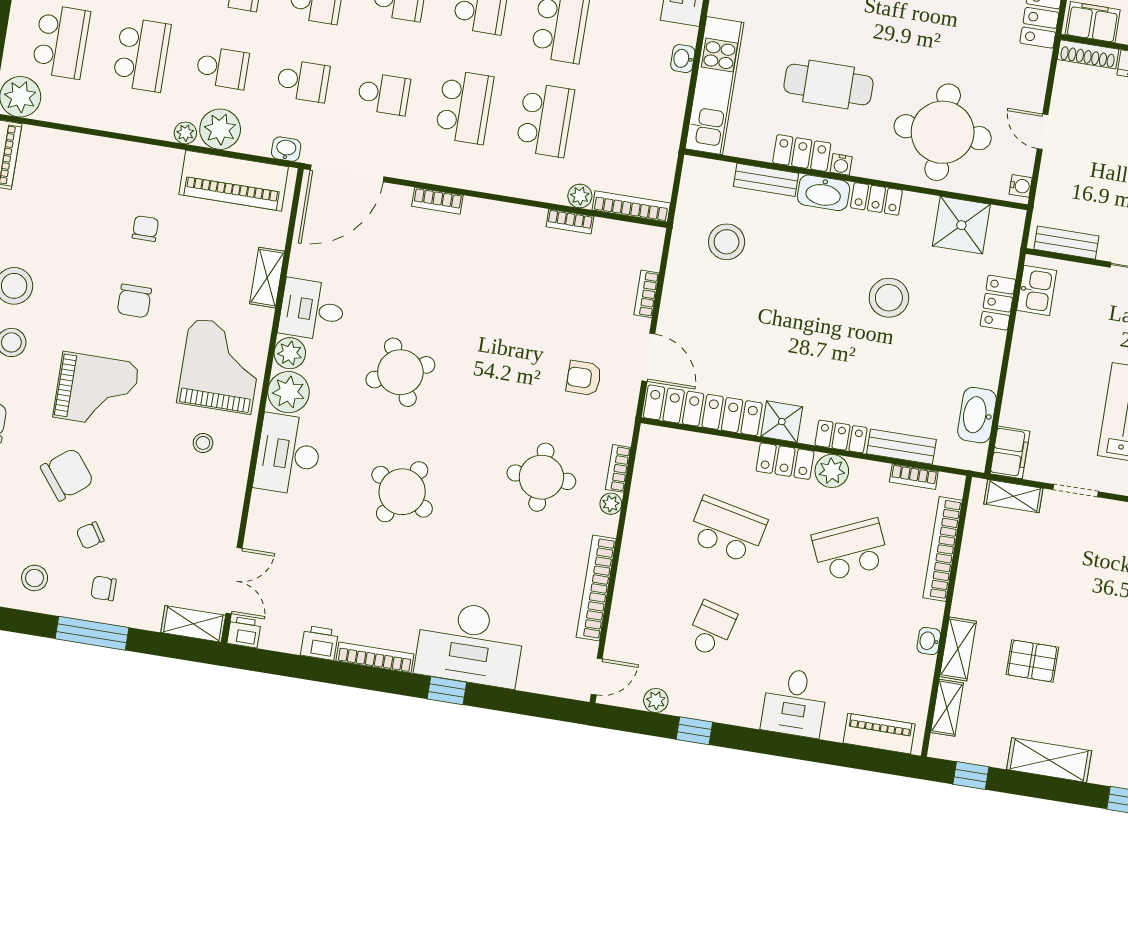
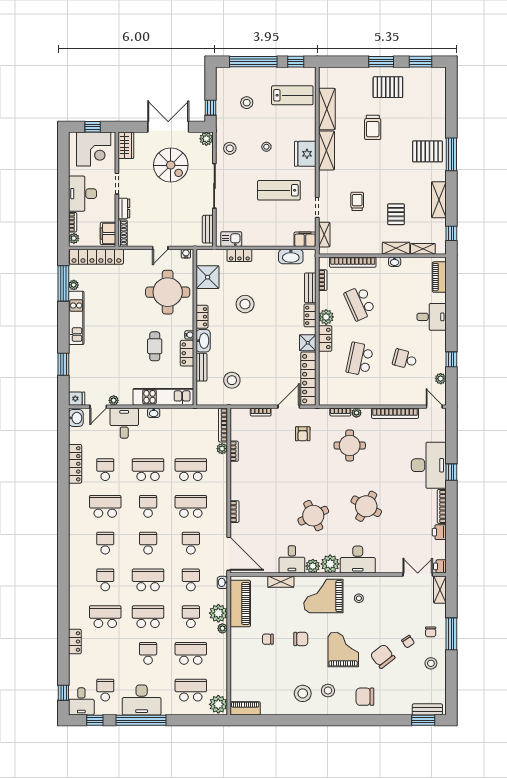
cafe table: (828, 84) -> (155, 346), width x0.73, depth x0.74
trolley: (1074, 580) -> (357, 201), added

